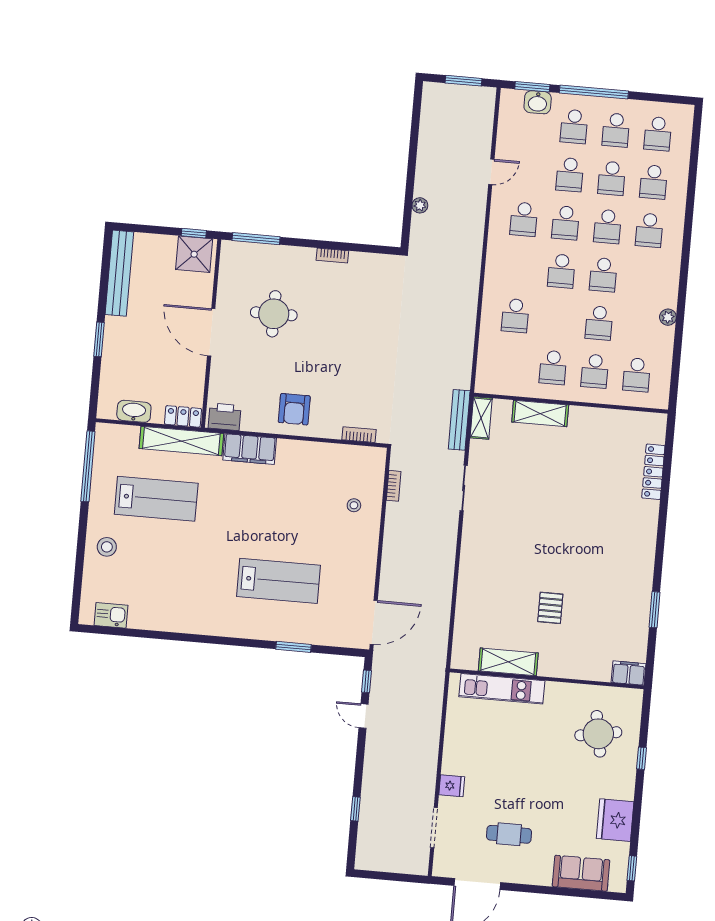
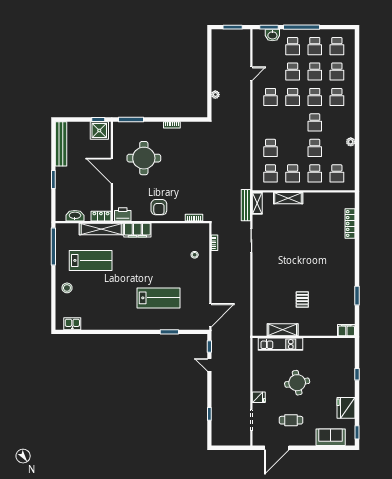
school desk: (561, 271) -> (270, 173), moved
round table: (274, 314) -> (144, 158), width x1.36, depth x1.36
round table: (598, 734) -> (297, 383), moved

